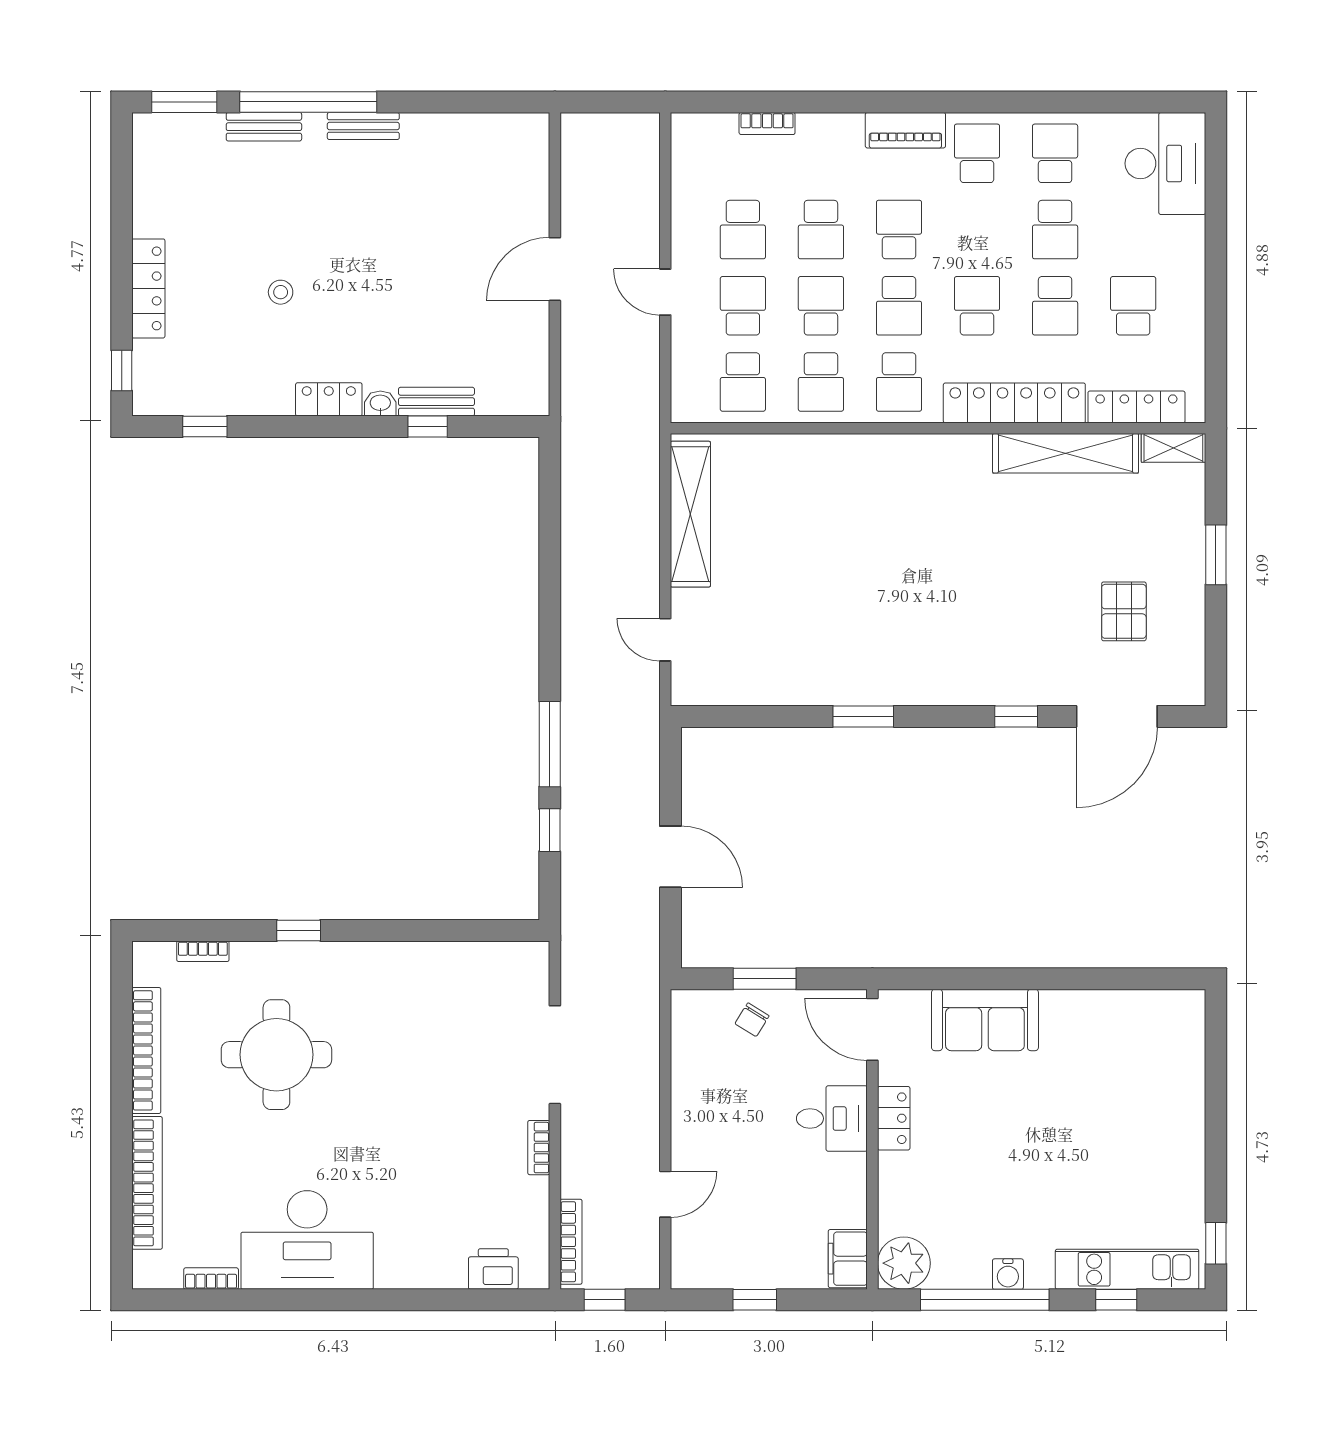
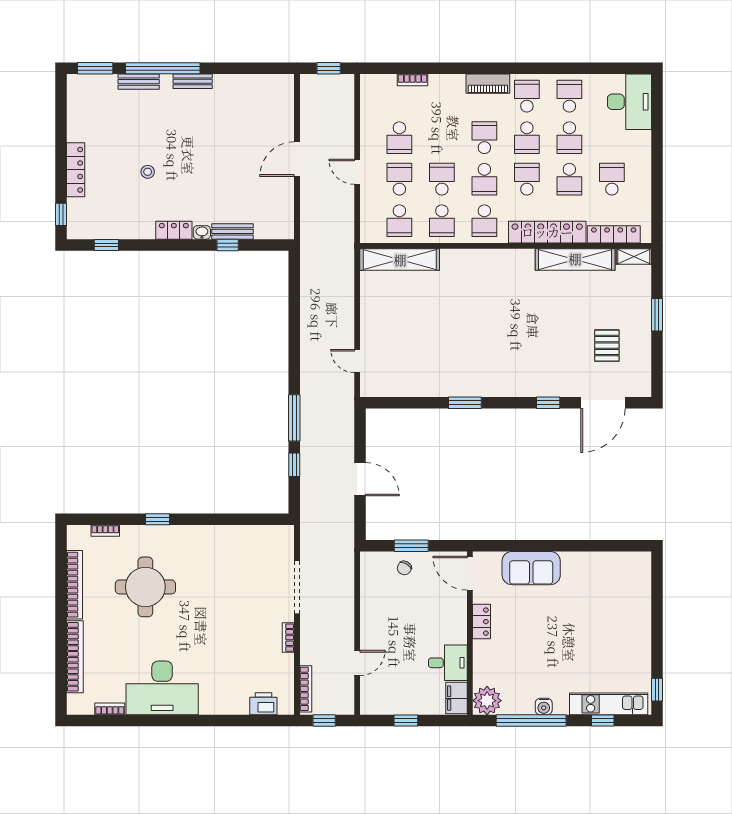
window: (613, 102) -> (329, 68), added
school desk: (821, 230) -> (527, 138), moved
shelving: (690, 514) -> (400, 260), moved, turned 90
desk: (832, 1118) -> (448, 663), moved

